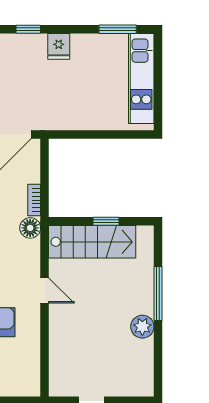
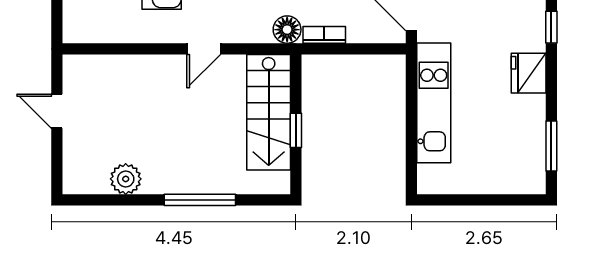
fridge: (59, 46) -> (529, 73), width x1.38
kitchen unit: (141, 79) -> (434, 103), moved, turned 90
plant: (142, 327) -> (126, 179), moved

